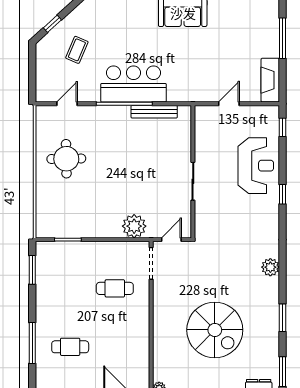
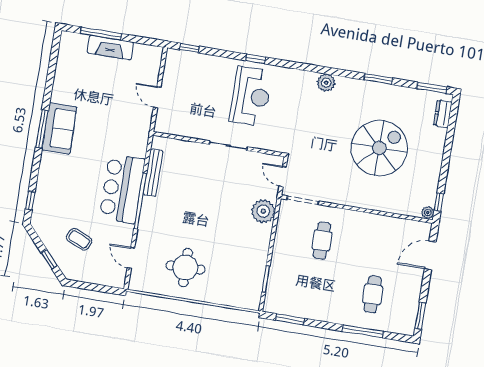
fireplace: (270, 80) -> (110, 47), moved
reception desk: (256, 166) -> (251, 96), moved, turned 90

